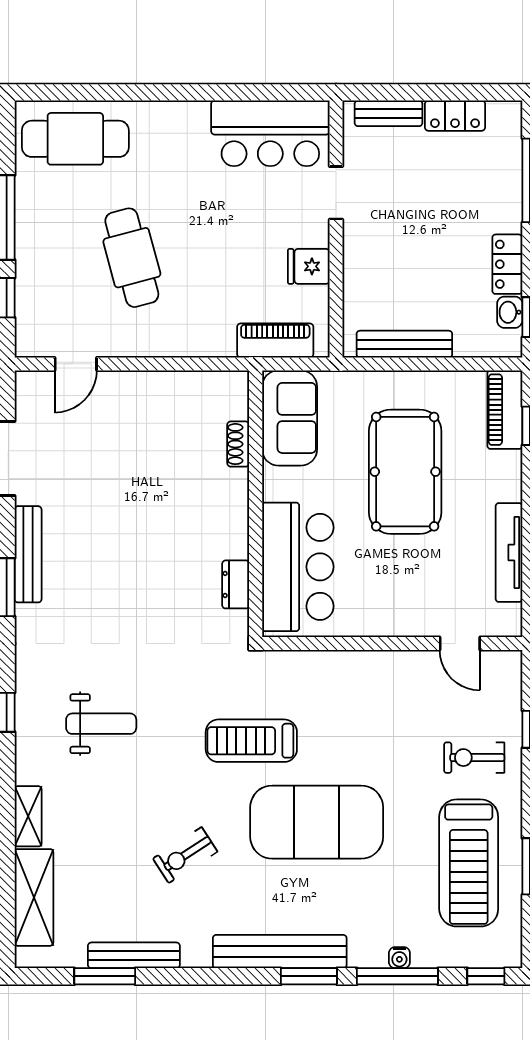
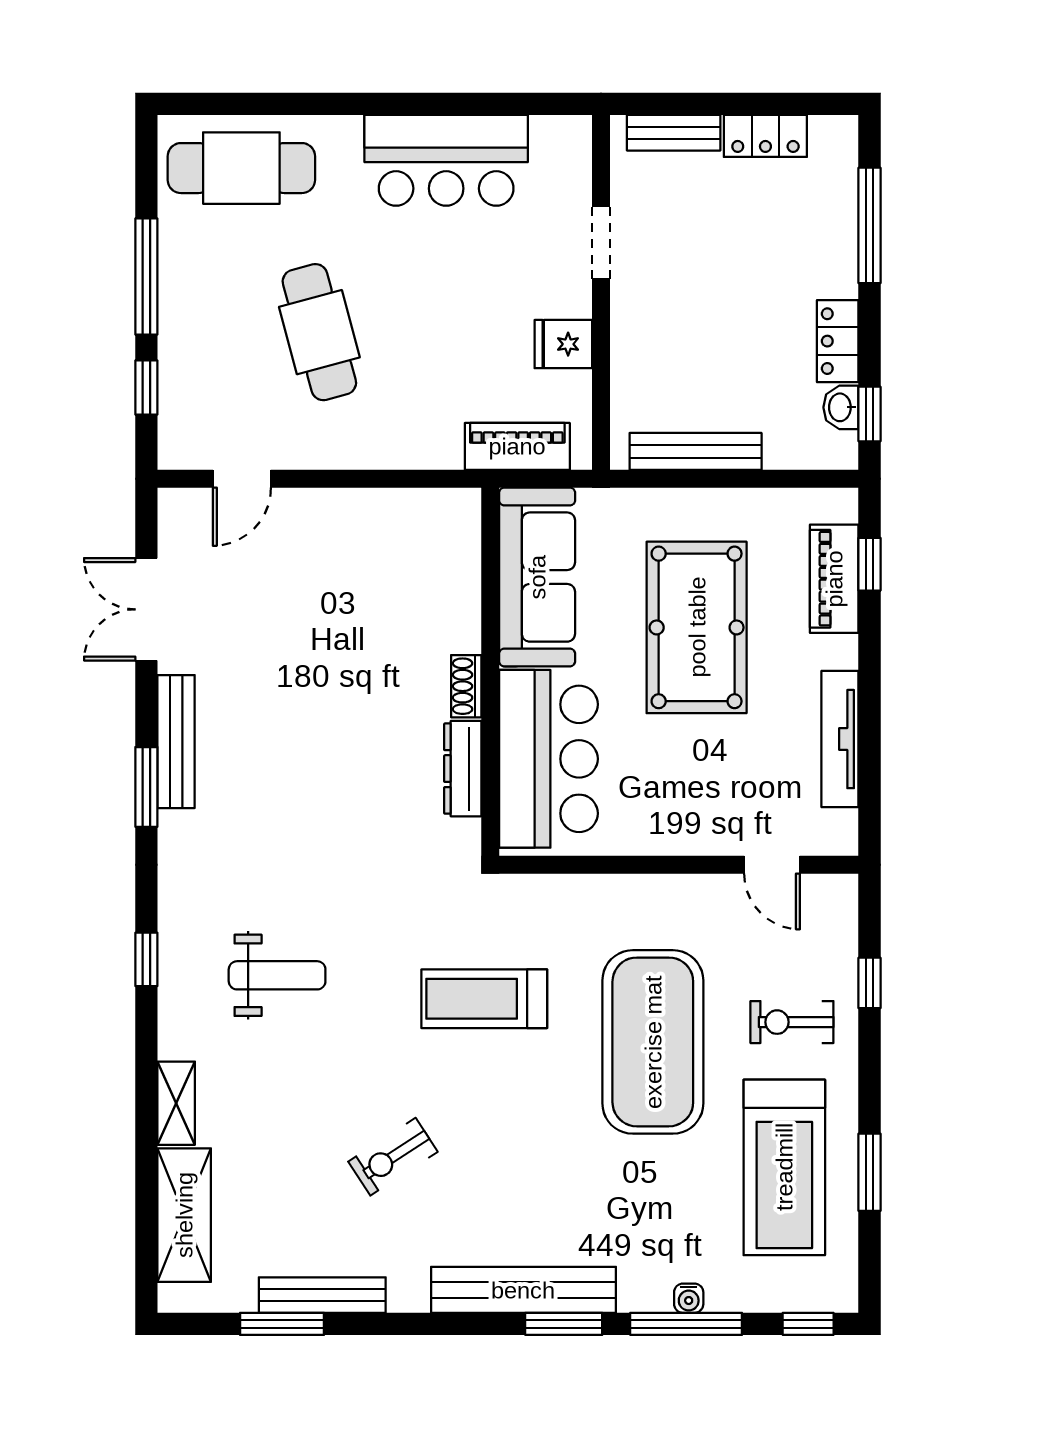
bar counter: (270, 133) -> (446, 160), moved
piano: (505, 410) -> (834, 579), moved
sofa: (290, 418) -> (537, 577), width x1.36
shoe rack: (238, 444) -> (466, 686), moved
dresser: (236, 584) -> (463, 769), width x1.44
exercise mat: (317, 822) -> (653, 1042), moved, turned 90

